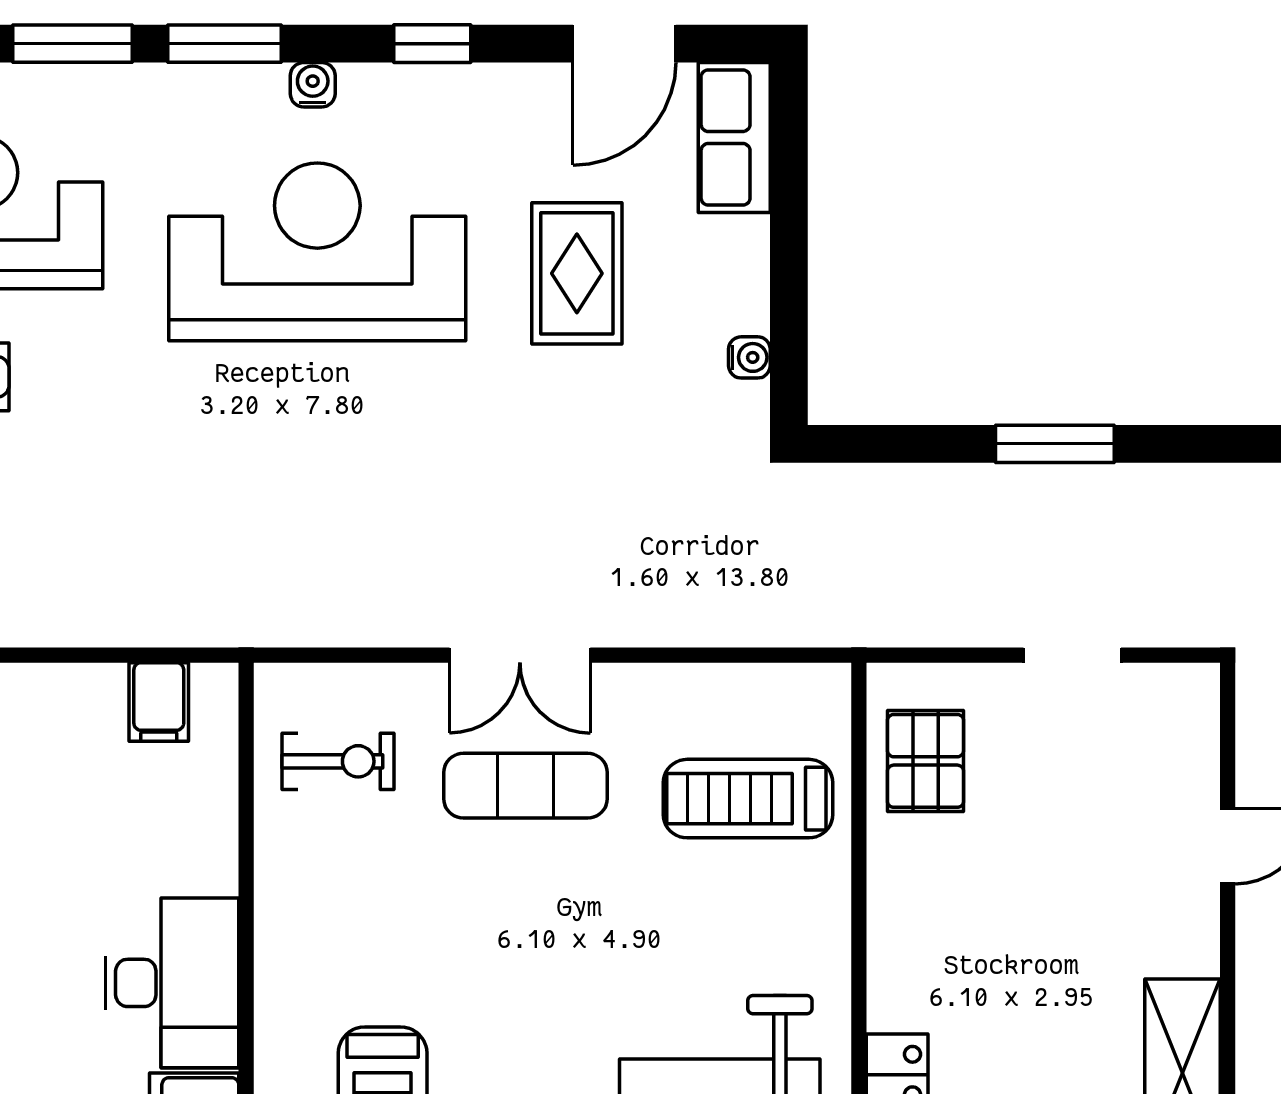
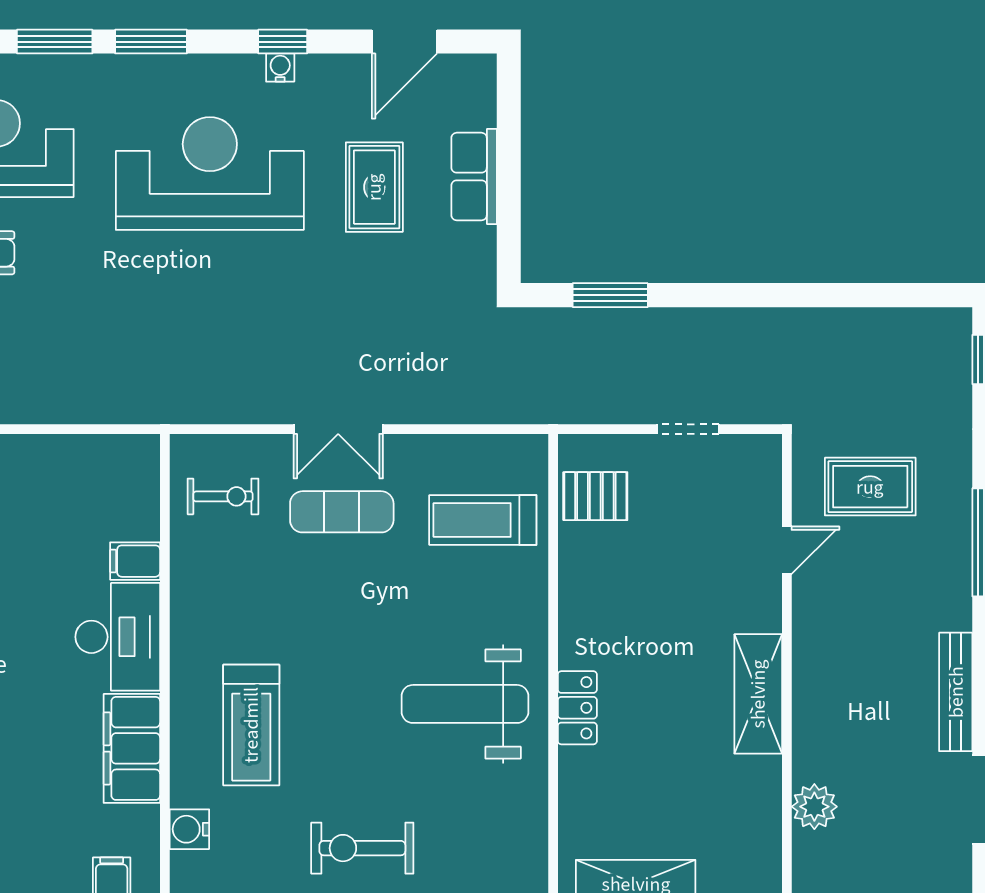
water cooler: (313, 85) -> (280, 68), moved
row of seats: (734, 137) -> (474, 177), moved
water cooler: (749, 357) -> (484, 240), removed
window: (1055, 444) -> (610, 295), moved
filing cabinet: (159, 702) -> (135, 561), moved, turned 90
pallet: (926, 761) -> (595, 496), turned 90

